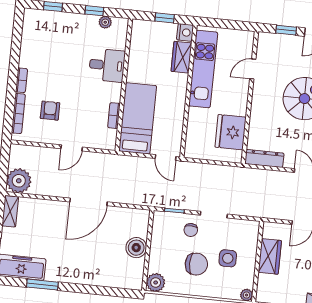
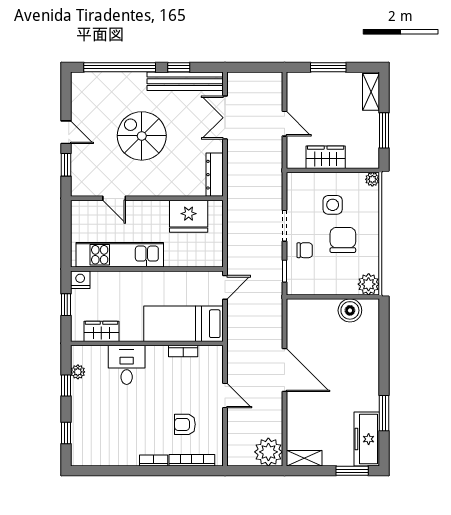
wardrobe: (181, 57) -> (101, 331), moved, turned 180
boiler: (136, 248) -> (350, 310), moved

